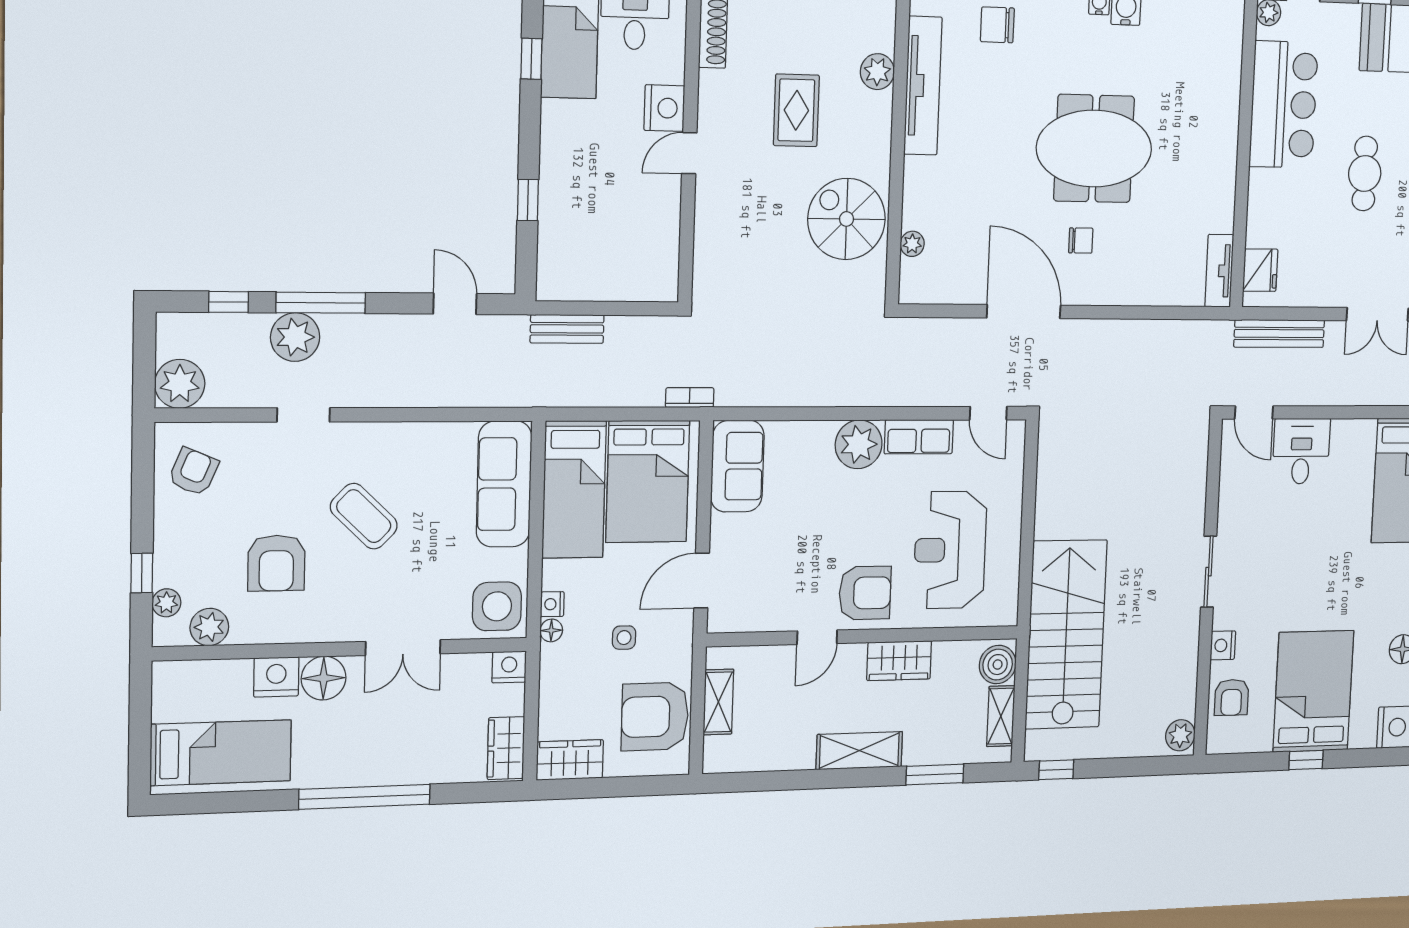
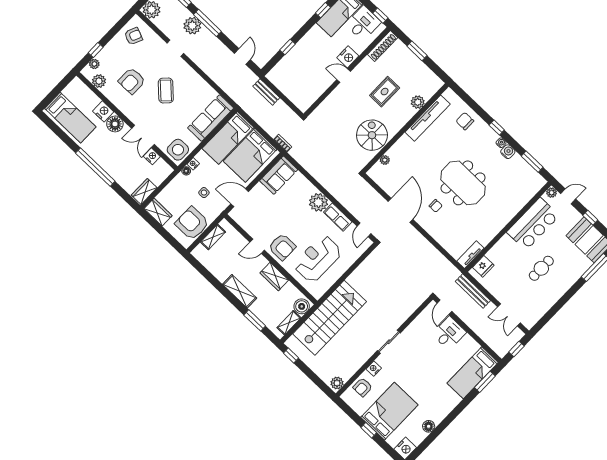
nightstand: (509, 667) -> (152, 156), moved

